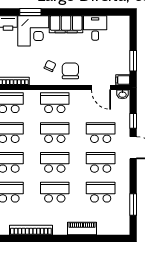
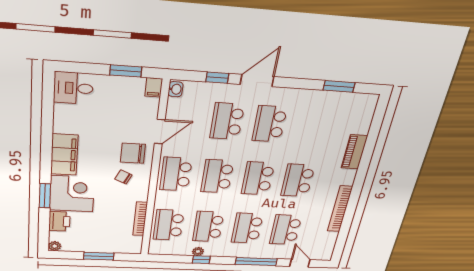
desk: (95, 28) -> (73, 88), moved
door: (101, 87) -> (160, 132), moved
school desk: (101, 192) -> (311, 127), removed

